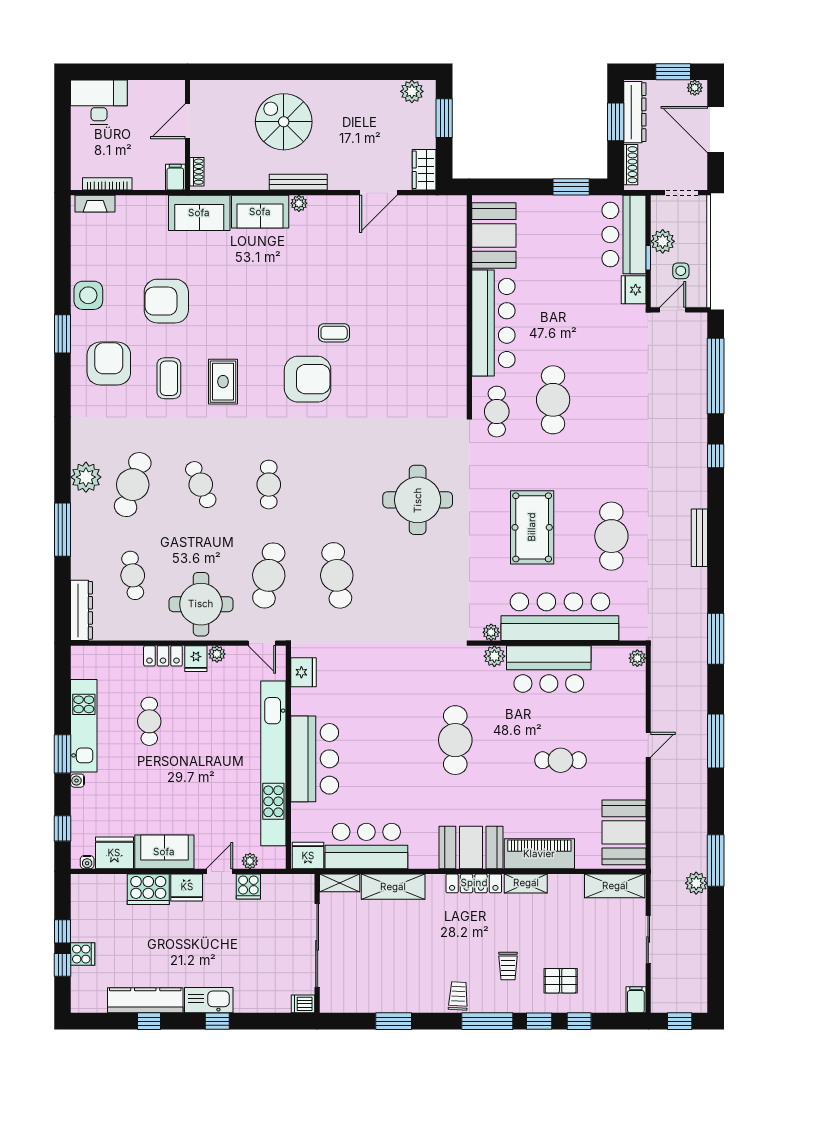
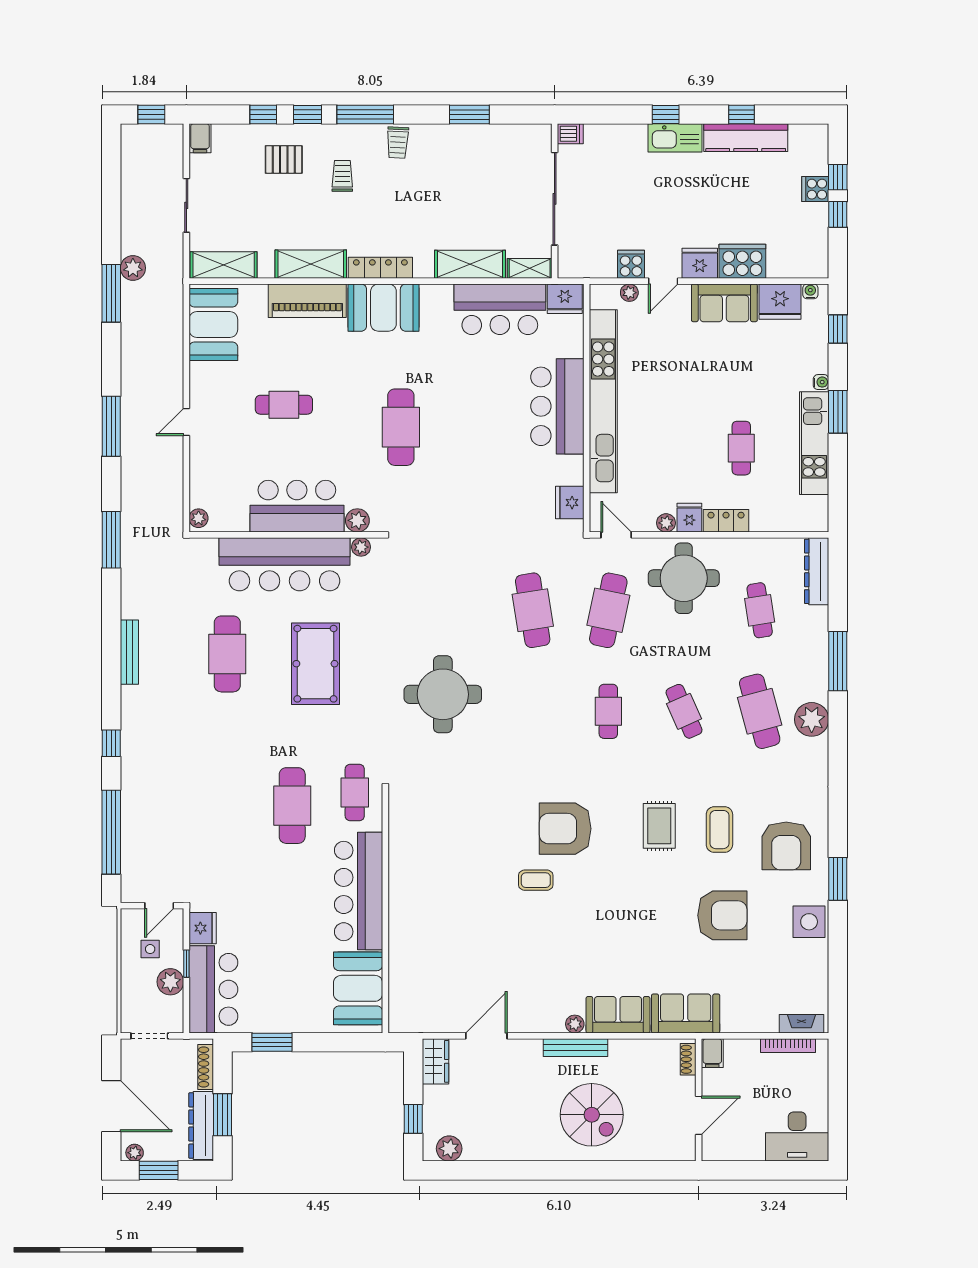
window: (444, 118) -> (413, 1119), width x0.67
cafe table: (133, 485) -> (760, 711), turned -33
shelving: (526, 883) -> (311, 264), width x1.50, depth x1.33

